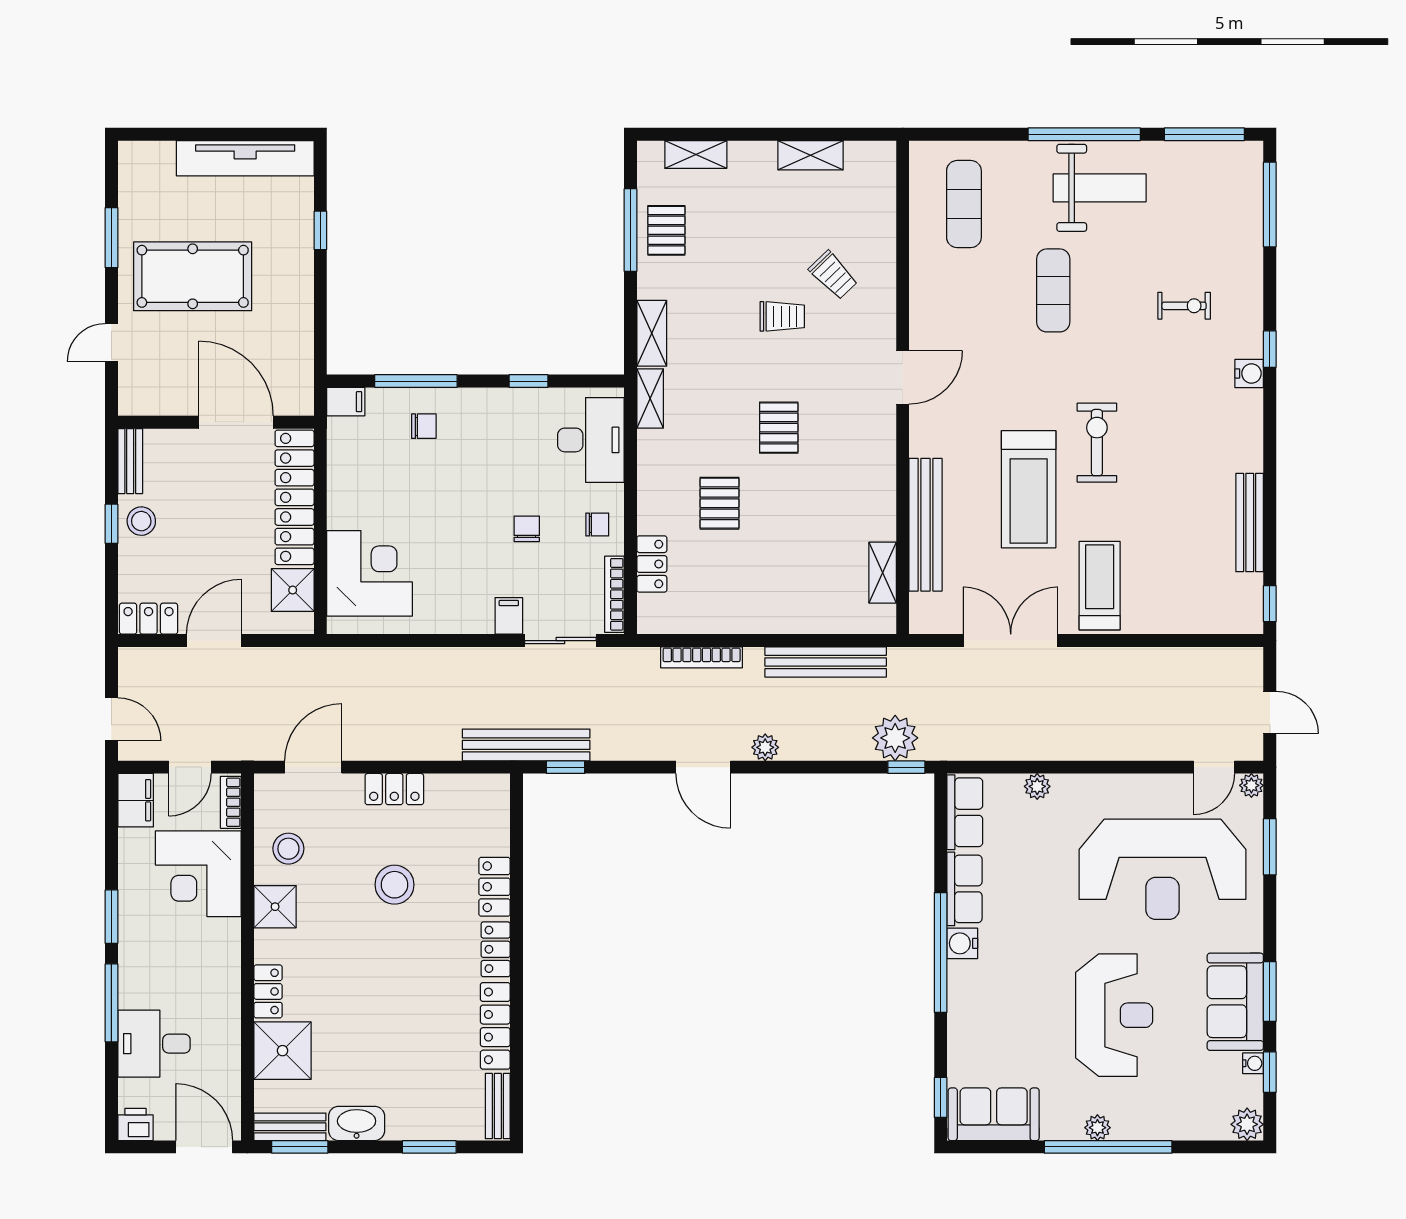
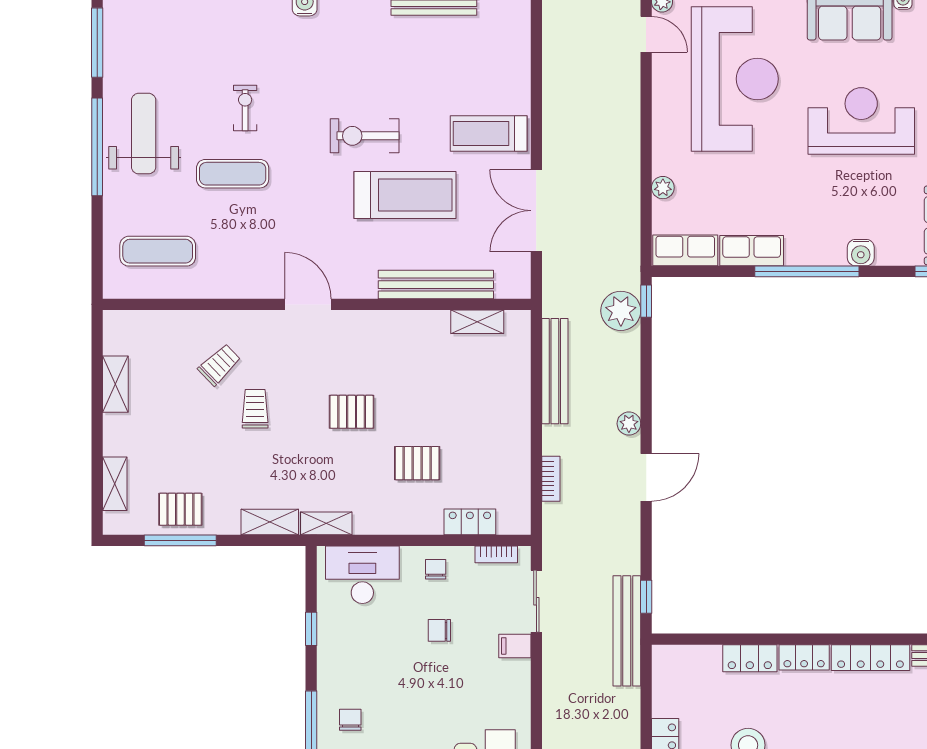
exercise bike: (1184, 306) -> (245, 108), moved
bookcase: (614, 594) -> (496, 554), width x0.64
bookcase: (702, 657) -> (551, 479), width x0.64
water cooler: (962, 943) -> (861, 253), moved

